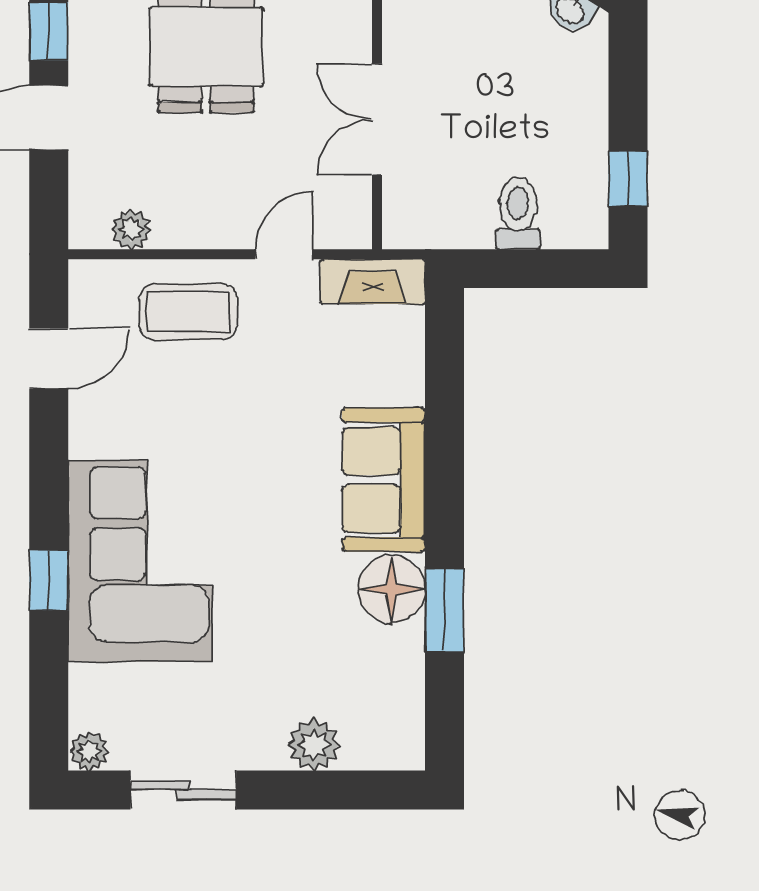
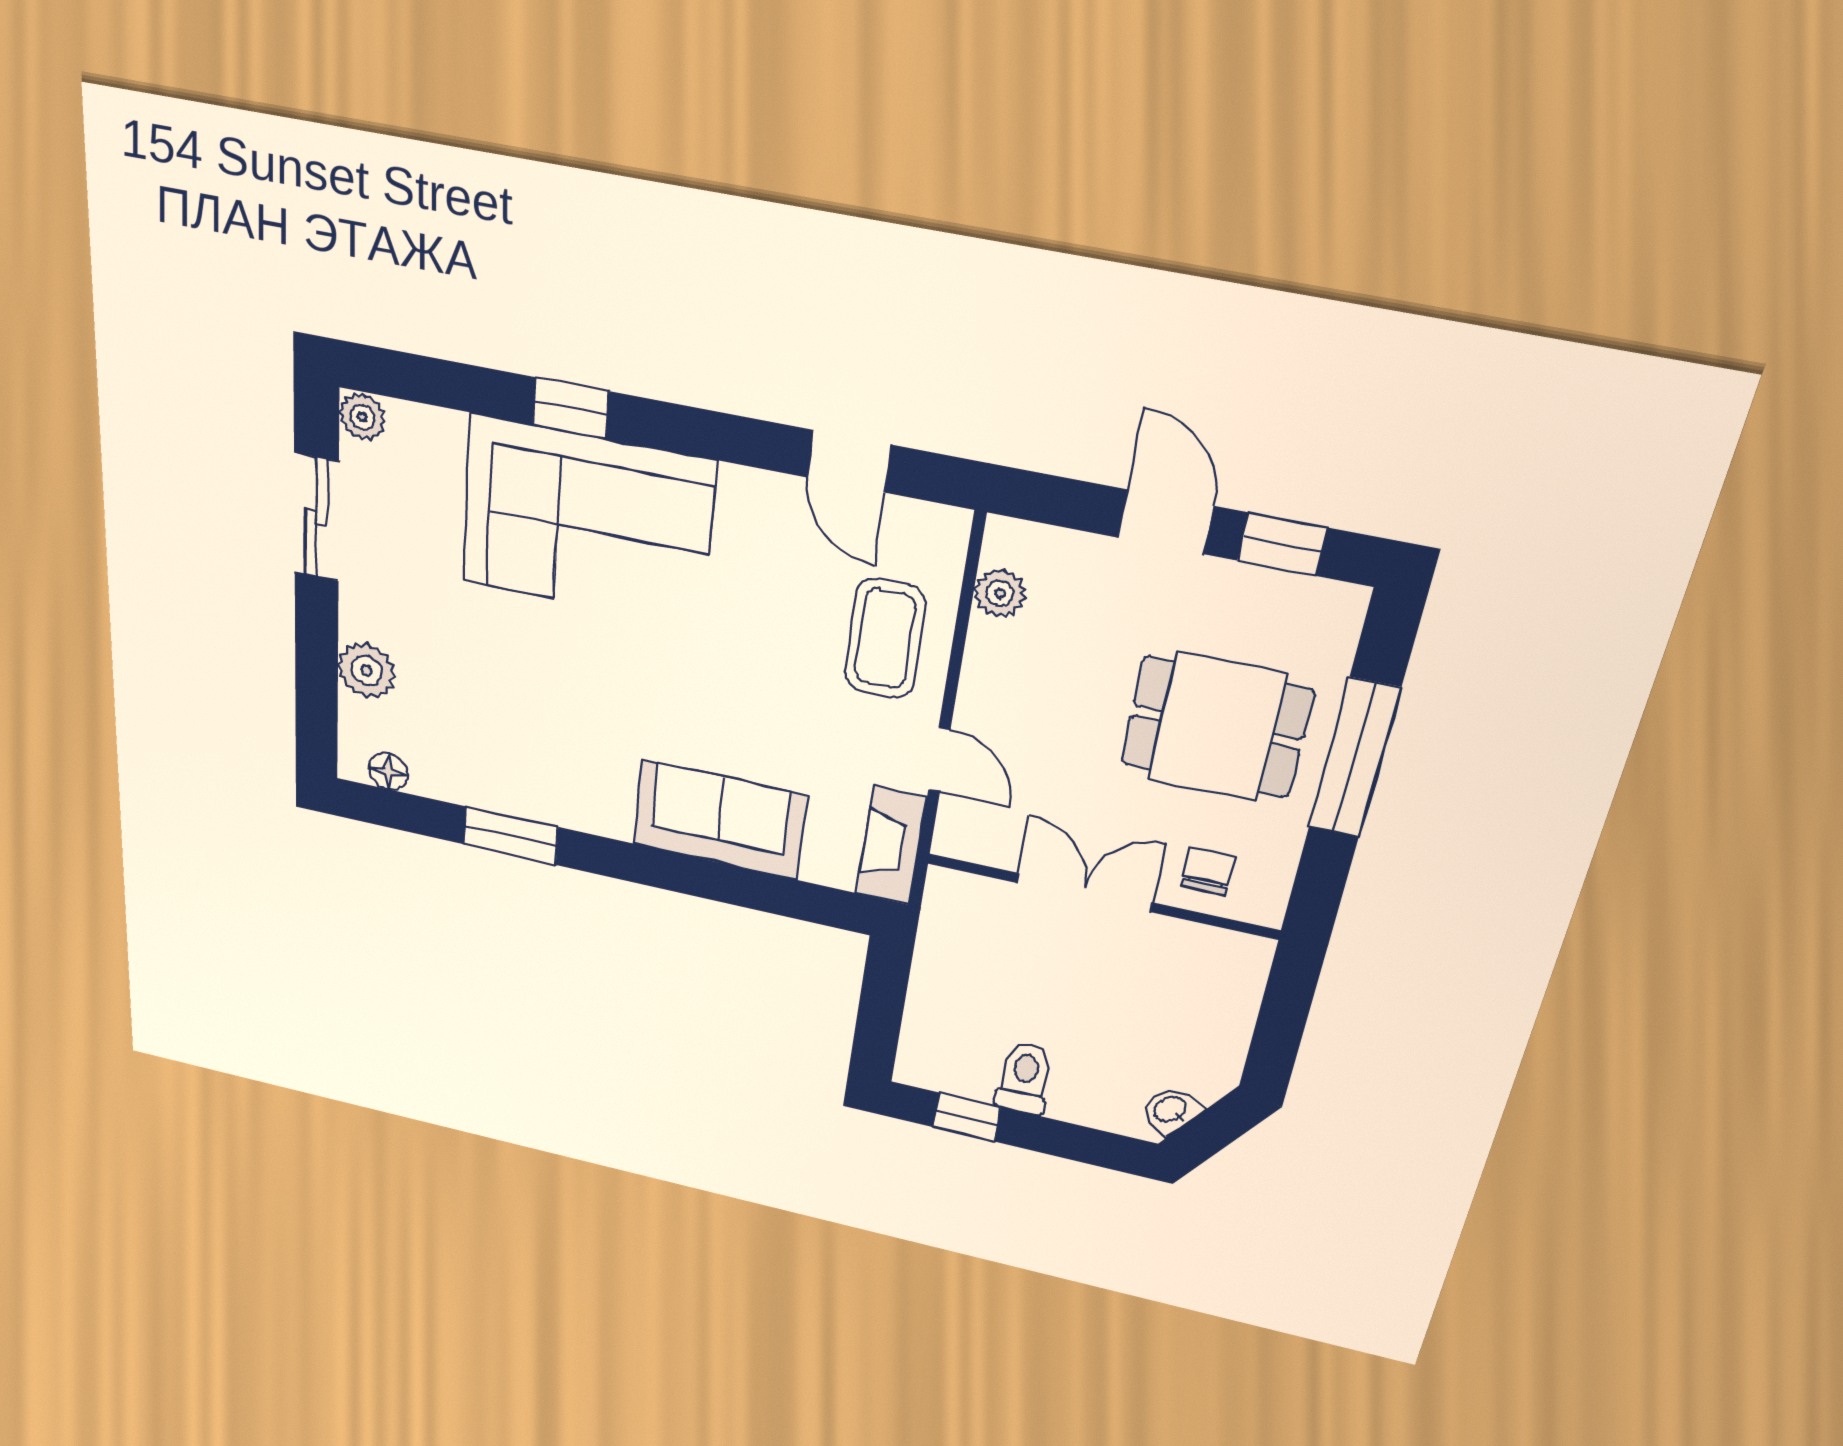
chair: (333, 27) -> (1208, 871), added
toilet: (518, 213) -> (1024, 1078), moved, turned -90
sofa: (384, 480) -> (719, 820), moved
floor lamp: (391, 589) -> (388, 771), moved, width x0.53, depth x0.53

